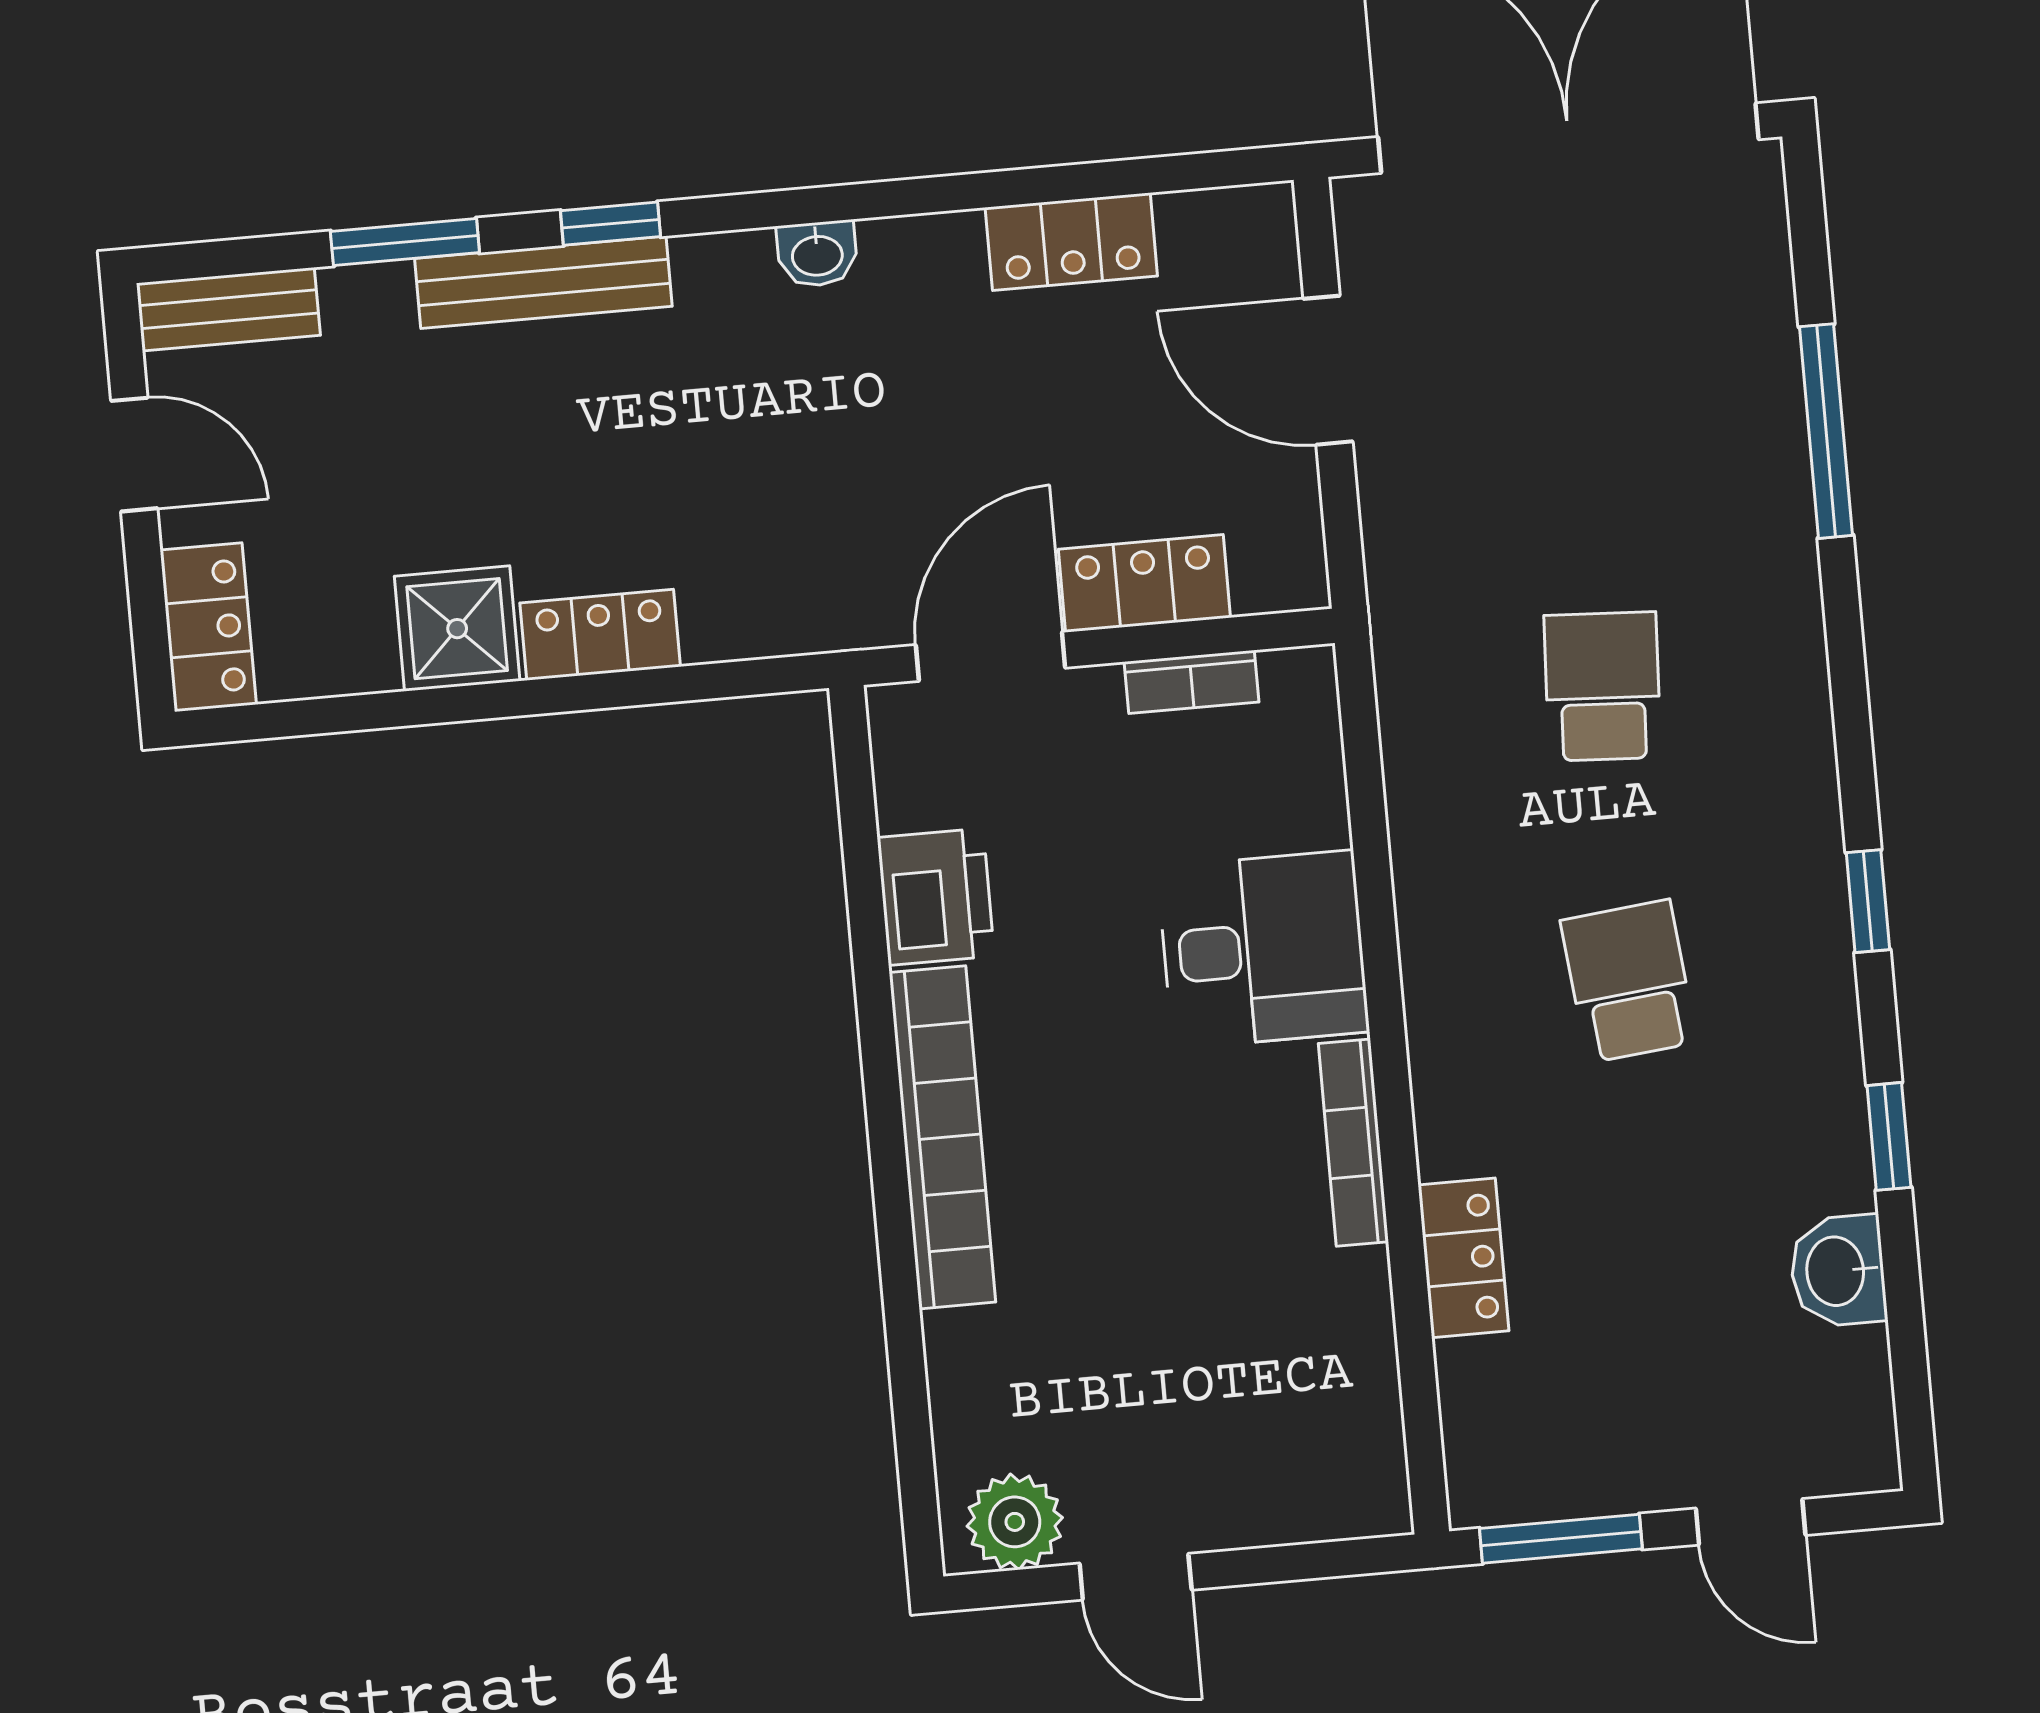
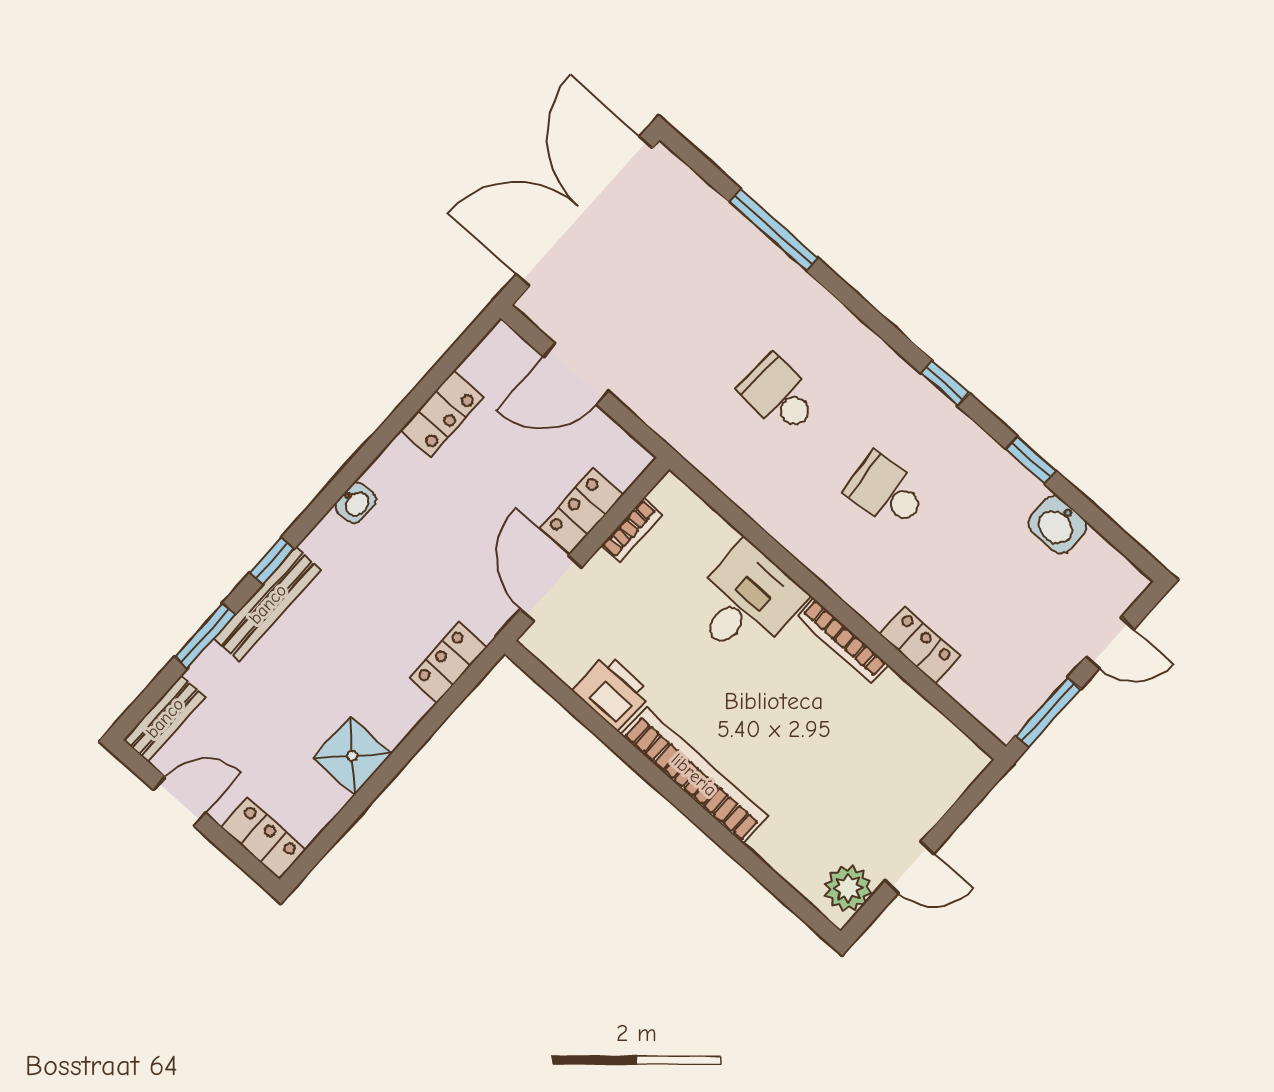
locker: (600, 635) -> (448, 663), moved

